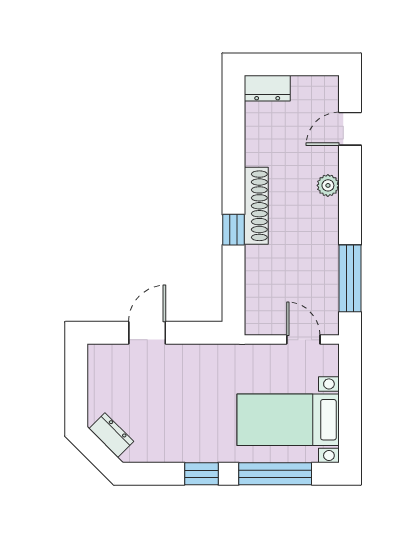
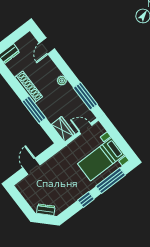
plant: (328, 185) -> (62, 81), moved
shoe rack: (256, 206) -> (29, 87), moved
window: (233, 230) -> (34, 110), width x2.17
wardrobe: (260, 309) -> (63, 129), added

